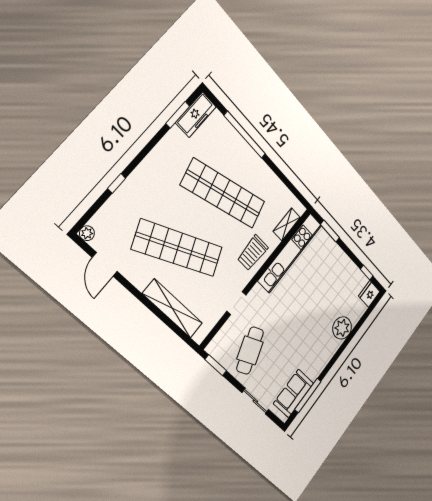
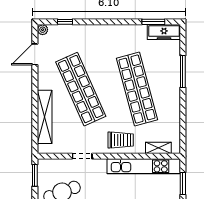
window: (245, 135) -> (183, 71), width x0.68
window: (117, 183) -> (65, 22), moved
trolley: (253, 253) -> (121, 140), turned 180

